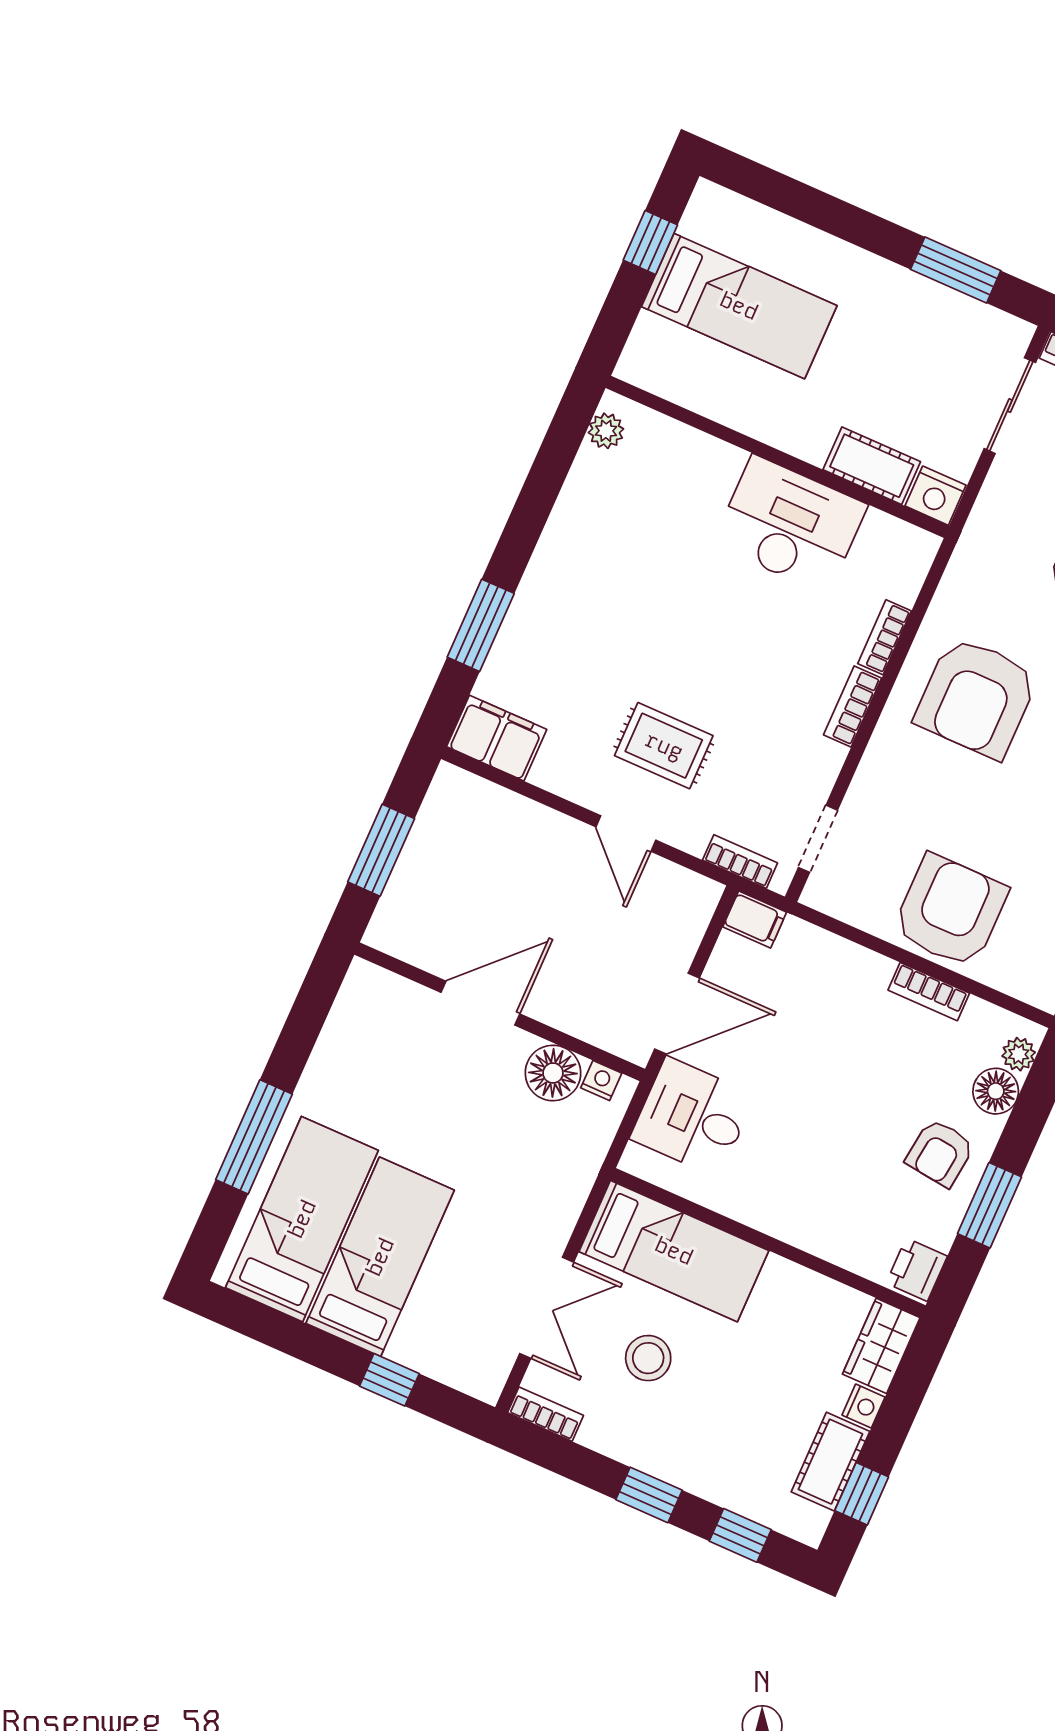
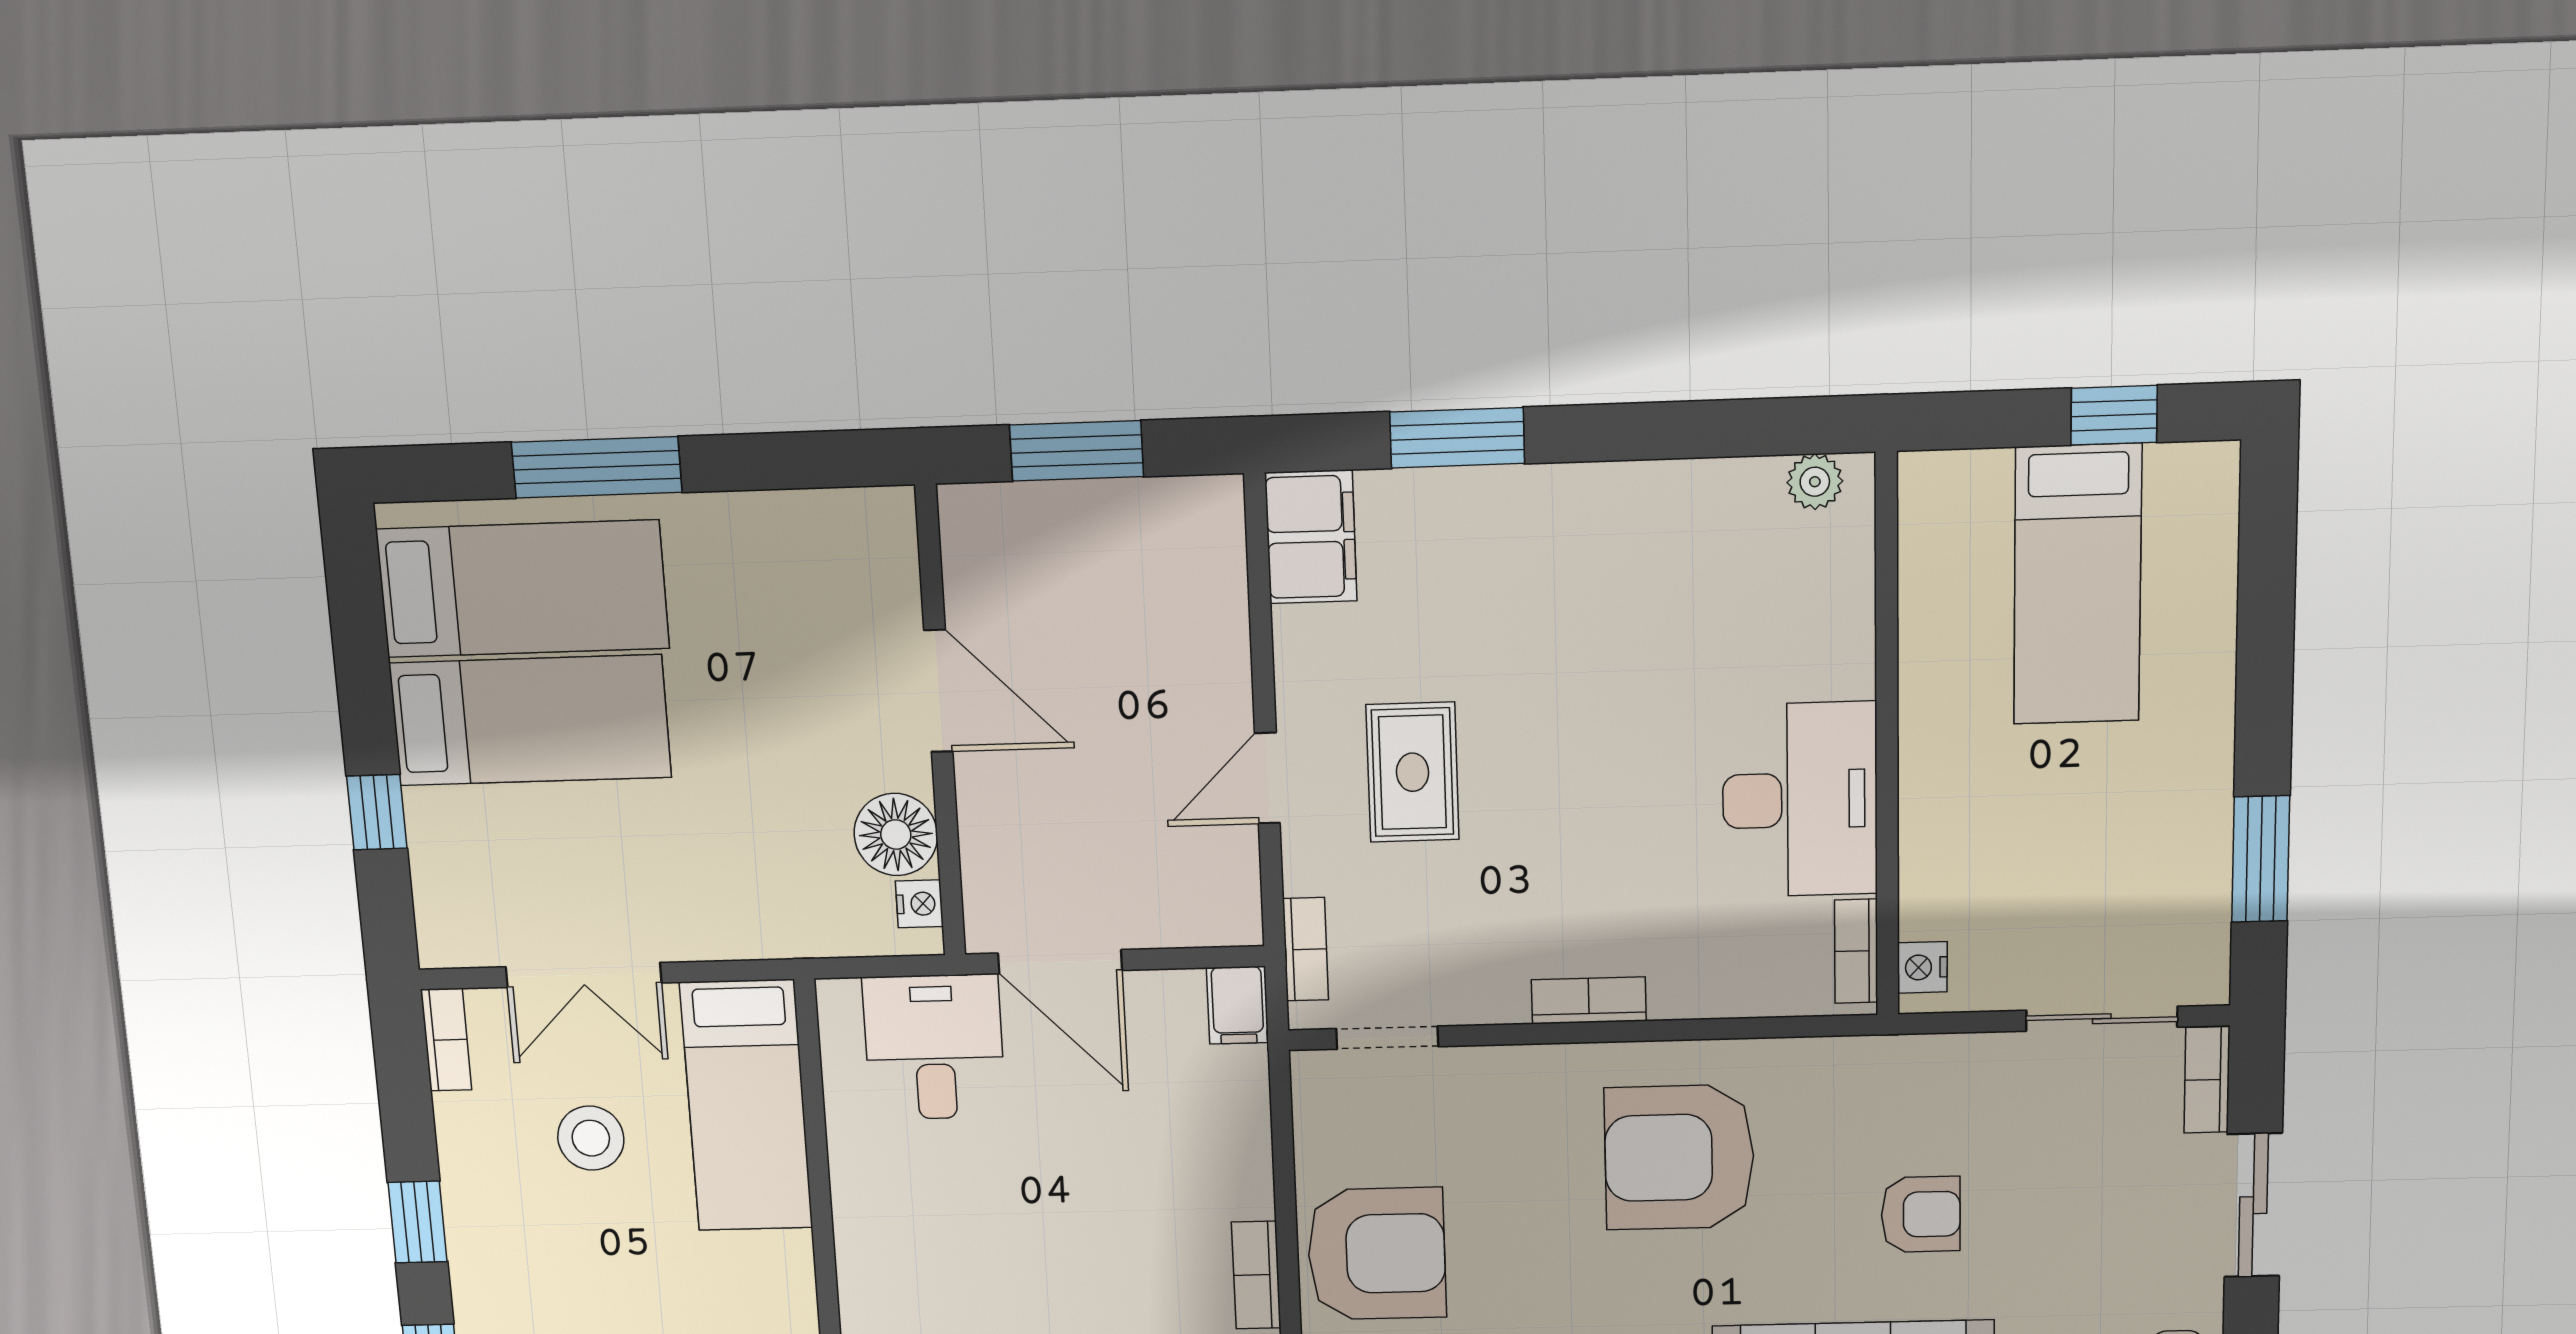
cot: (872, 466) -> (1933, 872), removed
nightstand: (936, 496) -> (1922, 967), width x0.72, depth x0.74
bookcase: (885, 637) -> (1856, 951), moved, turned -90

